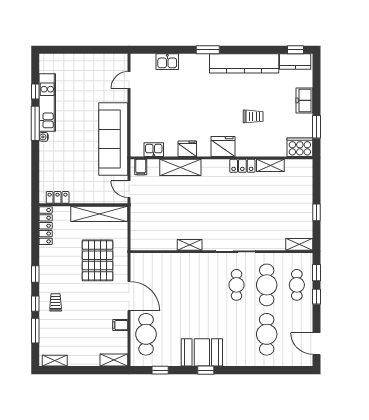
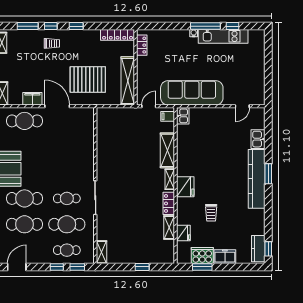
kitchen counter: (244, 63) -> (257, 179), moved
door: (129, 80) -> (242, 106), swing flipped
cooker: (300, 147) -> (202, 256), moved, turned -90
fridge: (187, 149) -> (183, 233), moved
kitchen sink: (154, 150) -> (183, 116), moved
window: (316, 212) -> (142, 267), moved
shelving: (190, 245) -> (170, 179), moved
door: (129, 296) -> (57, 106), swing flipped
filing cabinet: (120, 325) -> (32, 99), width x2.00
cafe table: (237, 334) -> (24, 198), added

